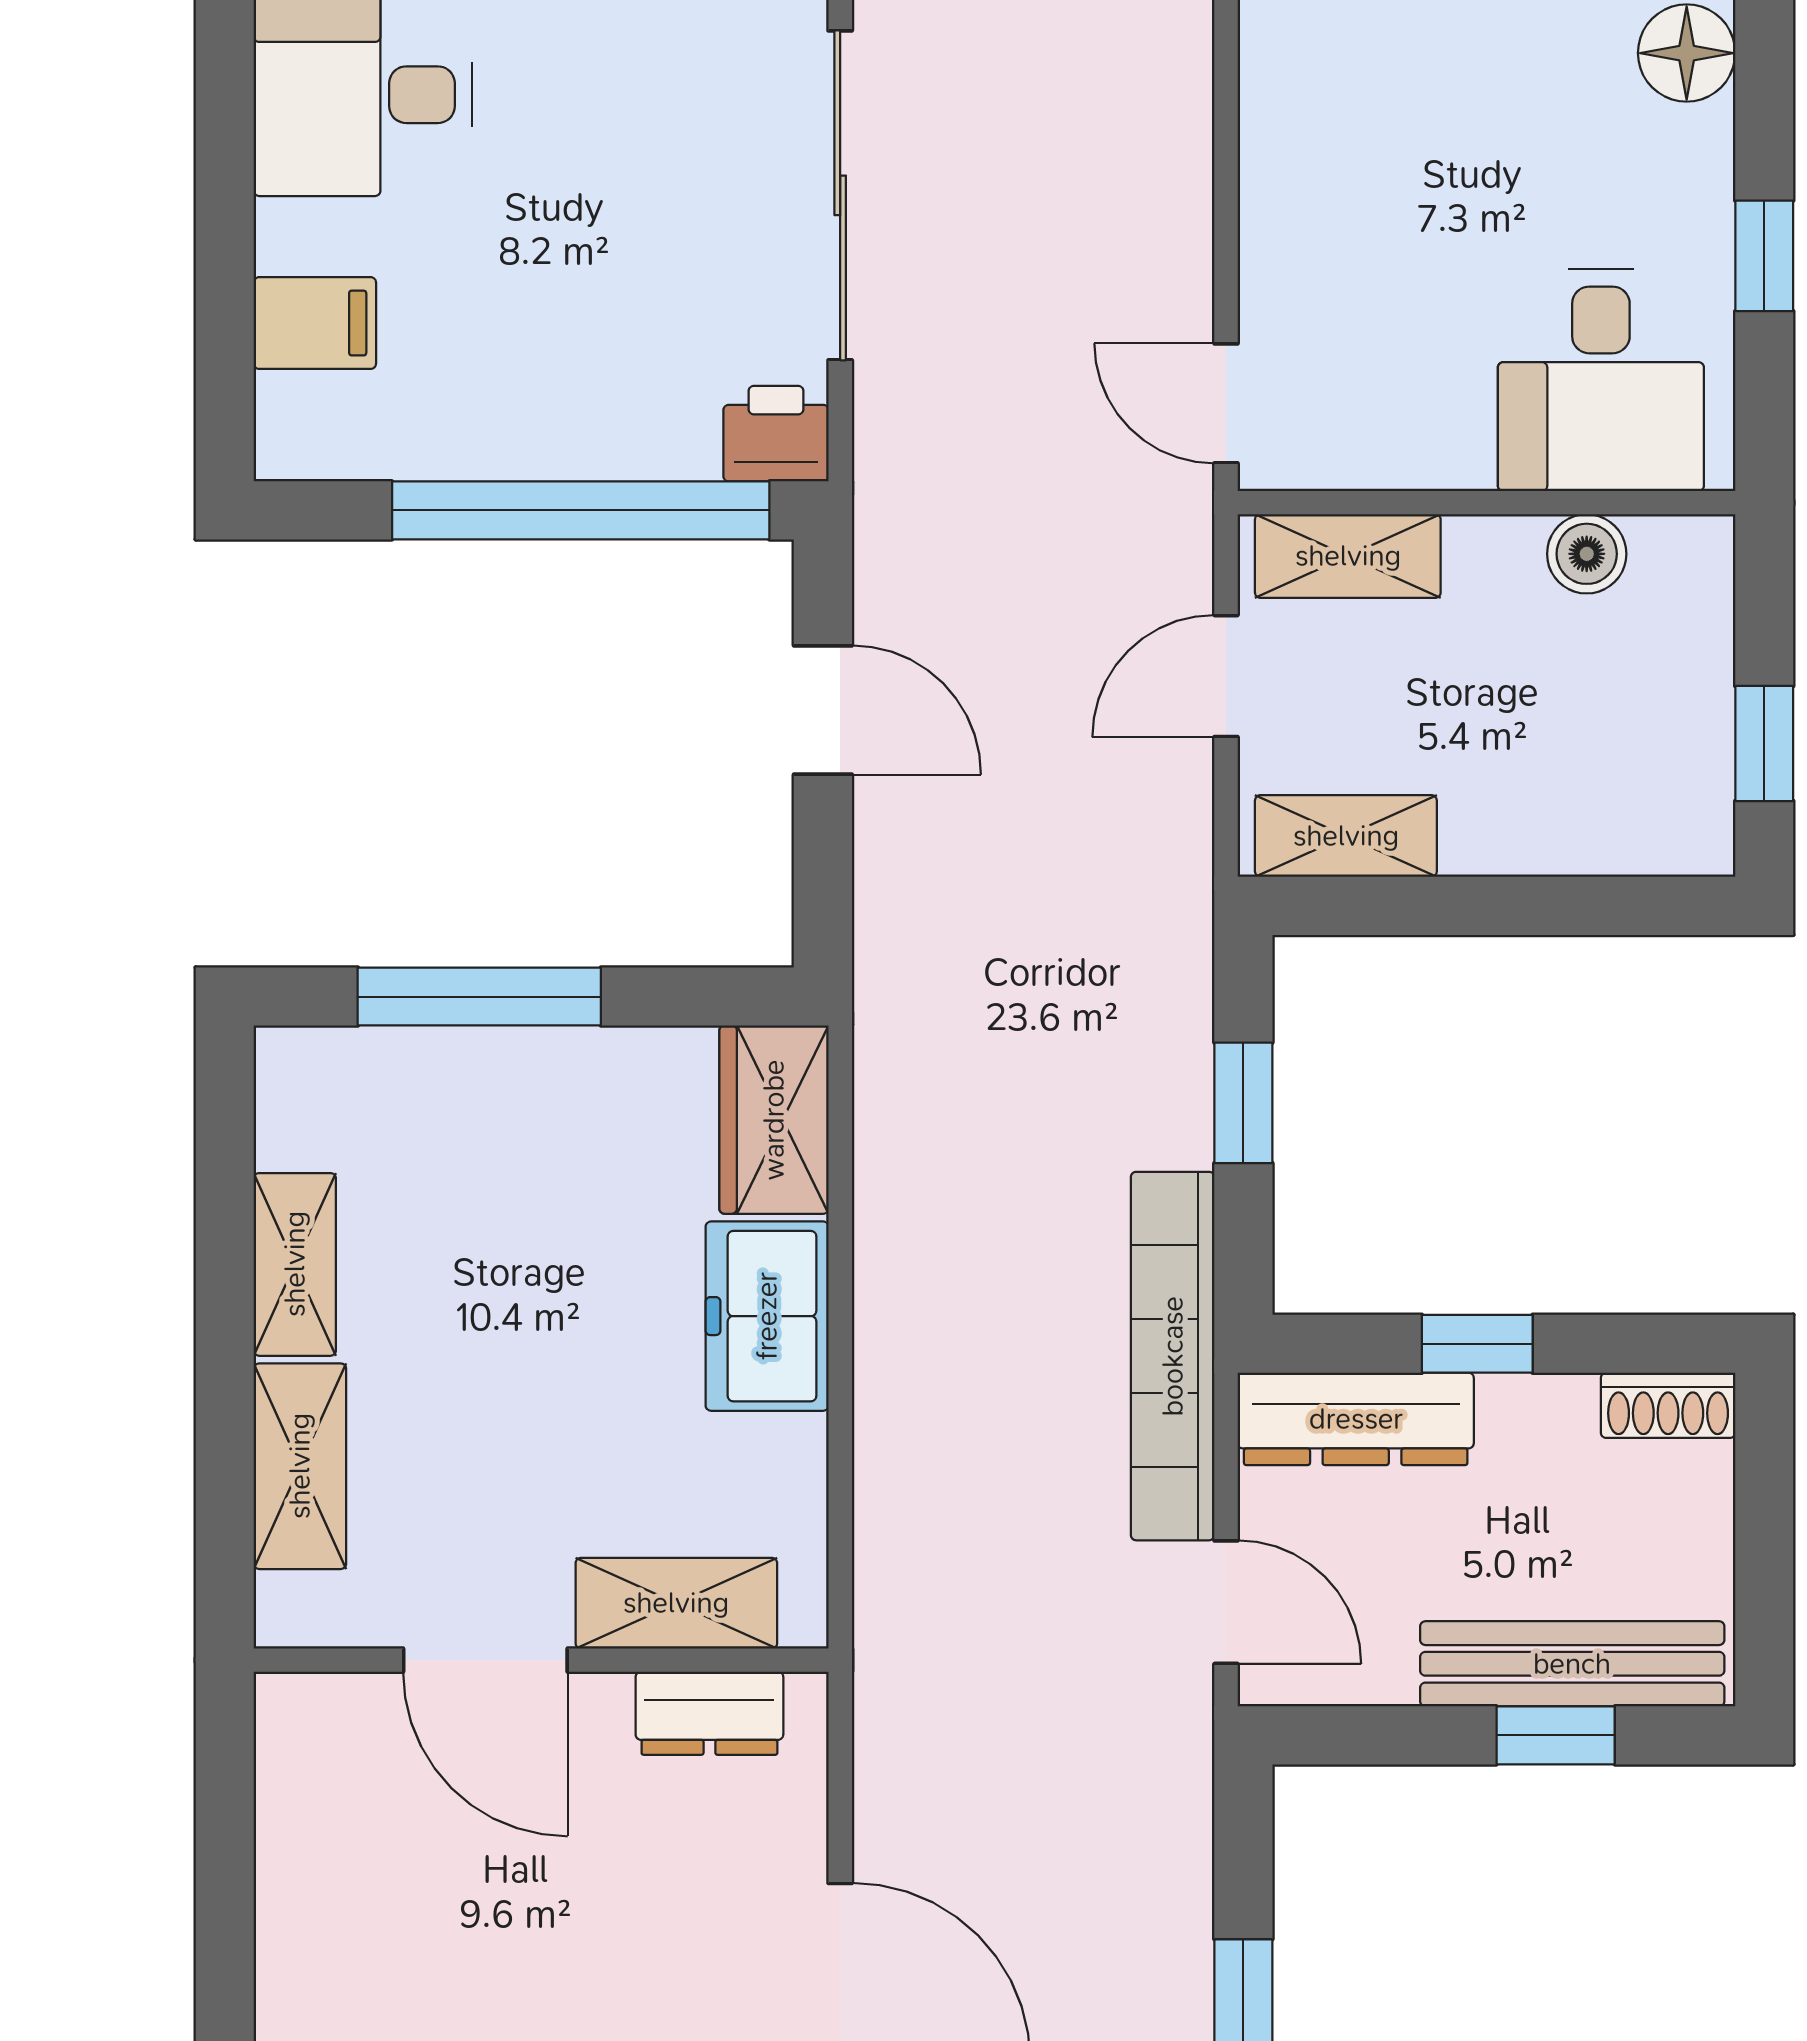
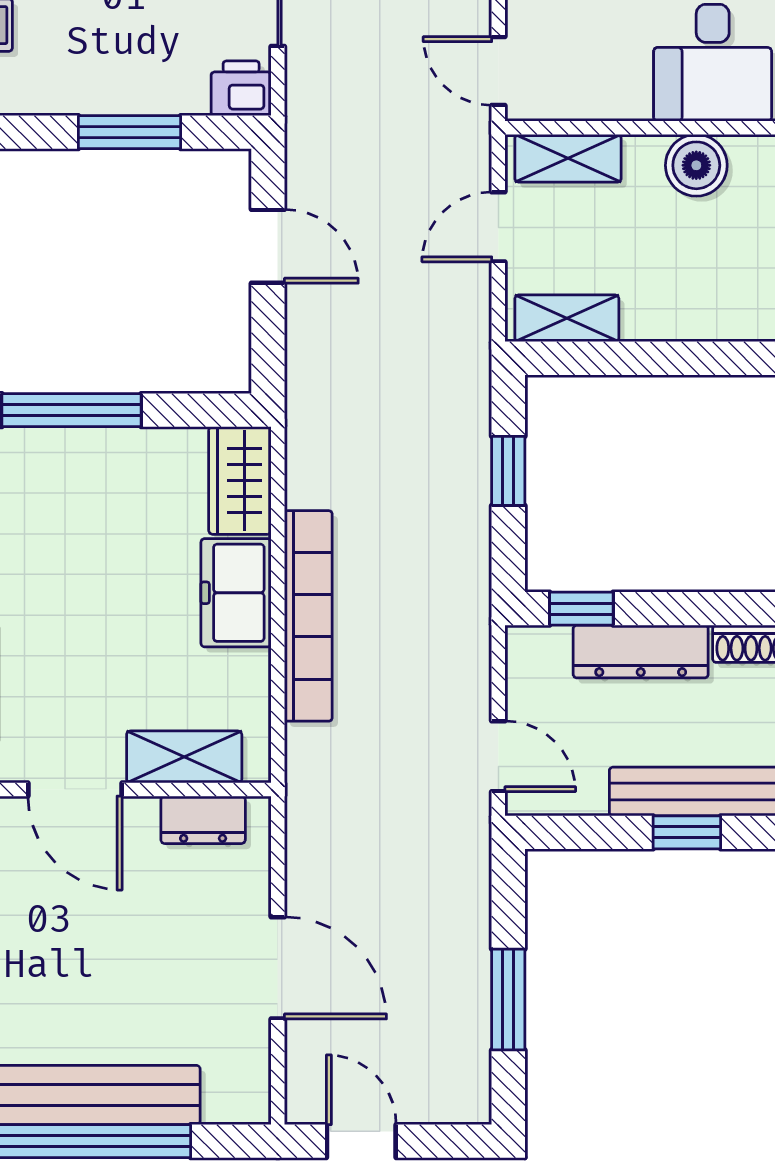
window: (581, 510) -> (129, 132), width x0.47
boiler: (1587, 554) -> (696, 165), width x1.36, depth x1.36
window: (1477, 1344) -> (581, 609), moved
bookcase: (1173, 1356) -> (308, 616), moved, turned 180
dresser: (1356, 1419) -> (641, 652), moved

